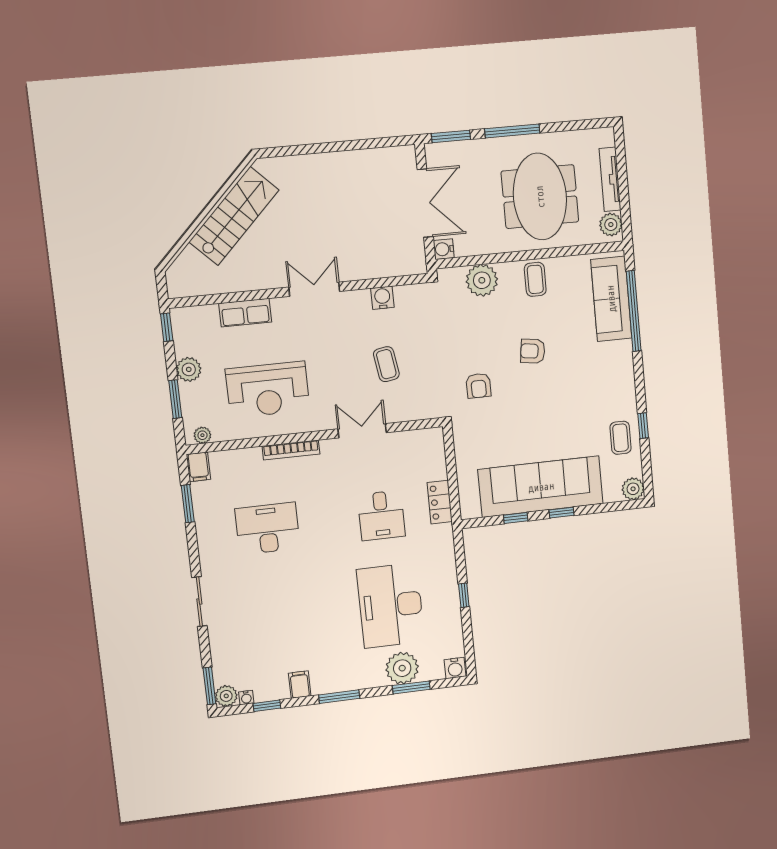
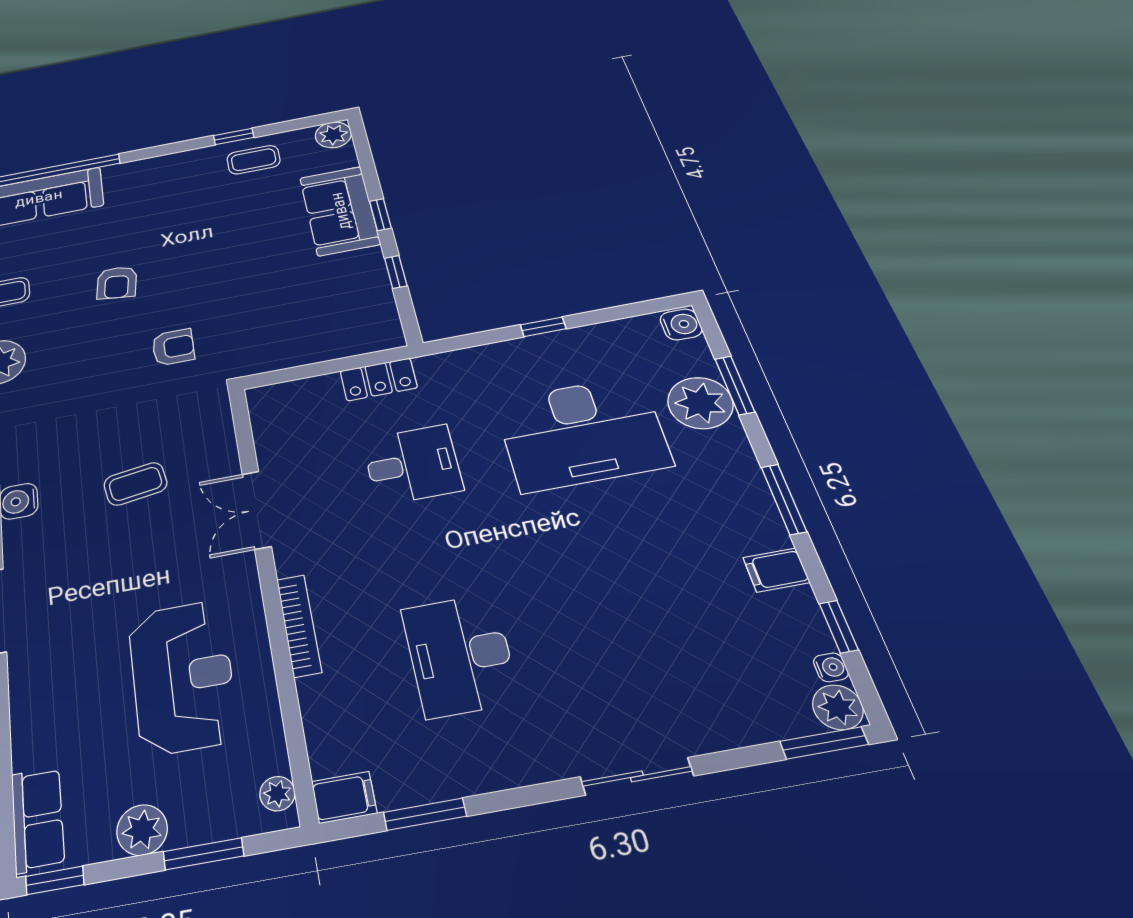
row of seats: (245, 313) -> (38, 819), moved
sofa: (541, 487) -> (340, 211), width x0.54, depth x0.79

